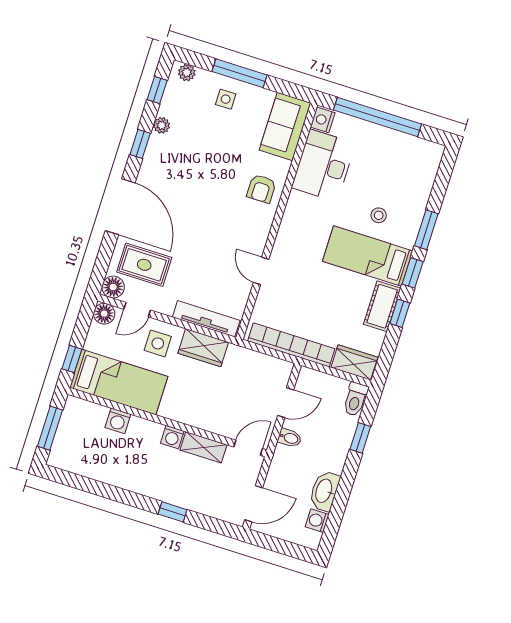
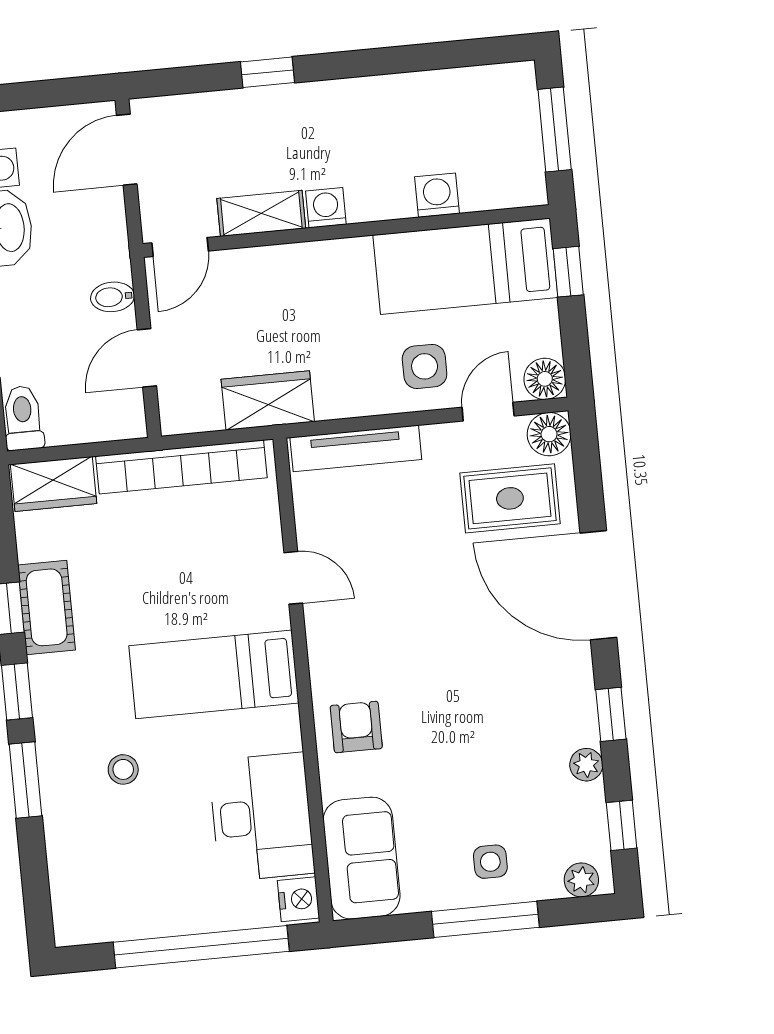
bed: (368, 256) -> (214, 674), moved, turned 180
wardrobe: (203, 348) -> (268, 401), moved

